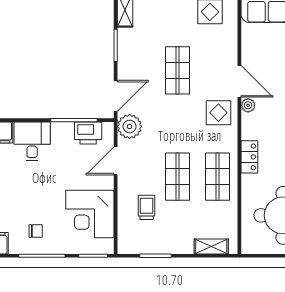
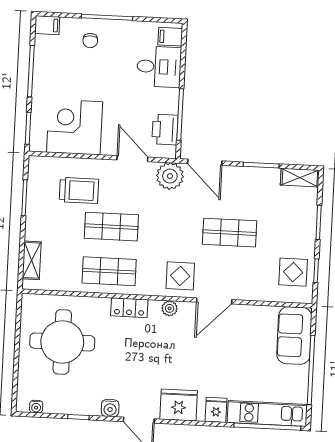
plant: (248, 105) -> (170, 308), moved
trolley: (147, 207) -> (79, 190), width x1.36, depth x1.39
chair: (36, 231) -> (90, 41), moved

